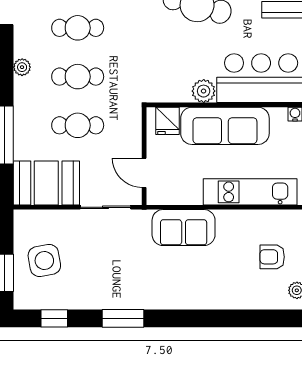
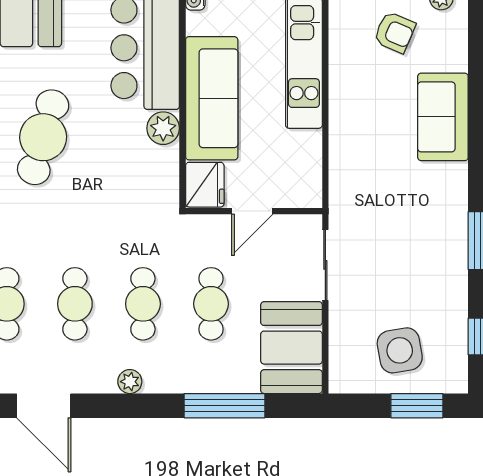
fridge: (167, 121) -> (205, 185), width x1.38
door: (144, 173) -> (252, 211), moved
sofa: (184, 228) -> (443, 117), moved, turned 180
armchair: (272, 257) -> (395, 32), turned -67

